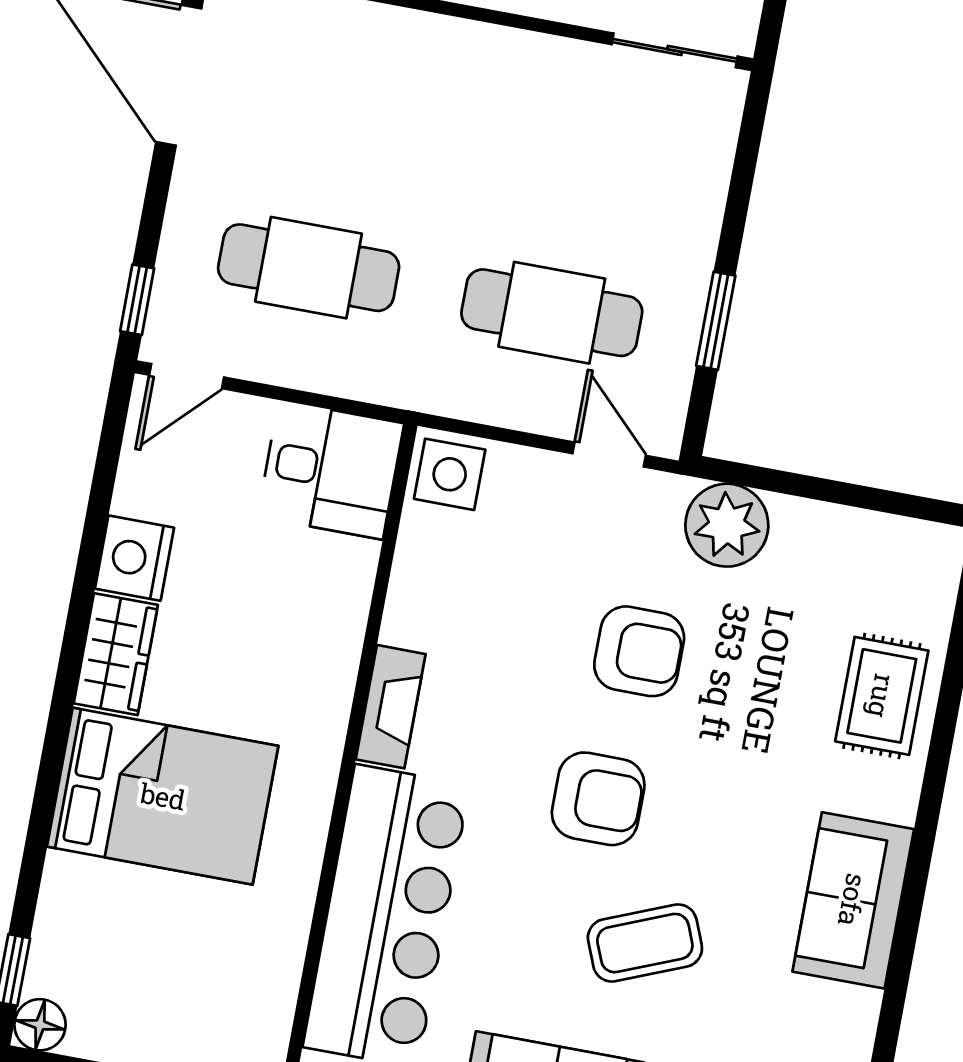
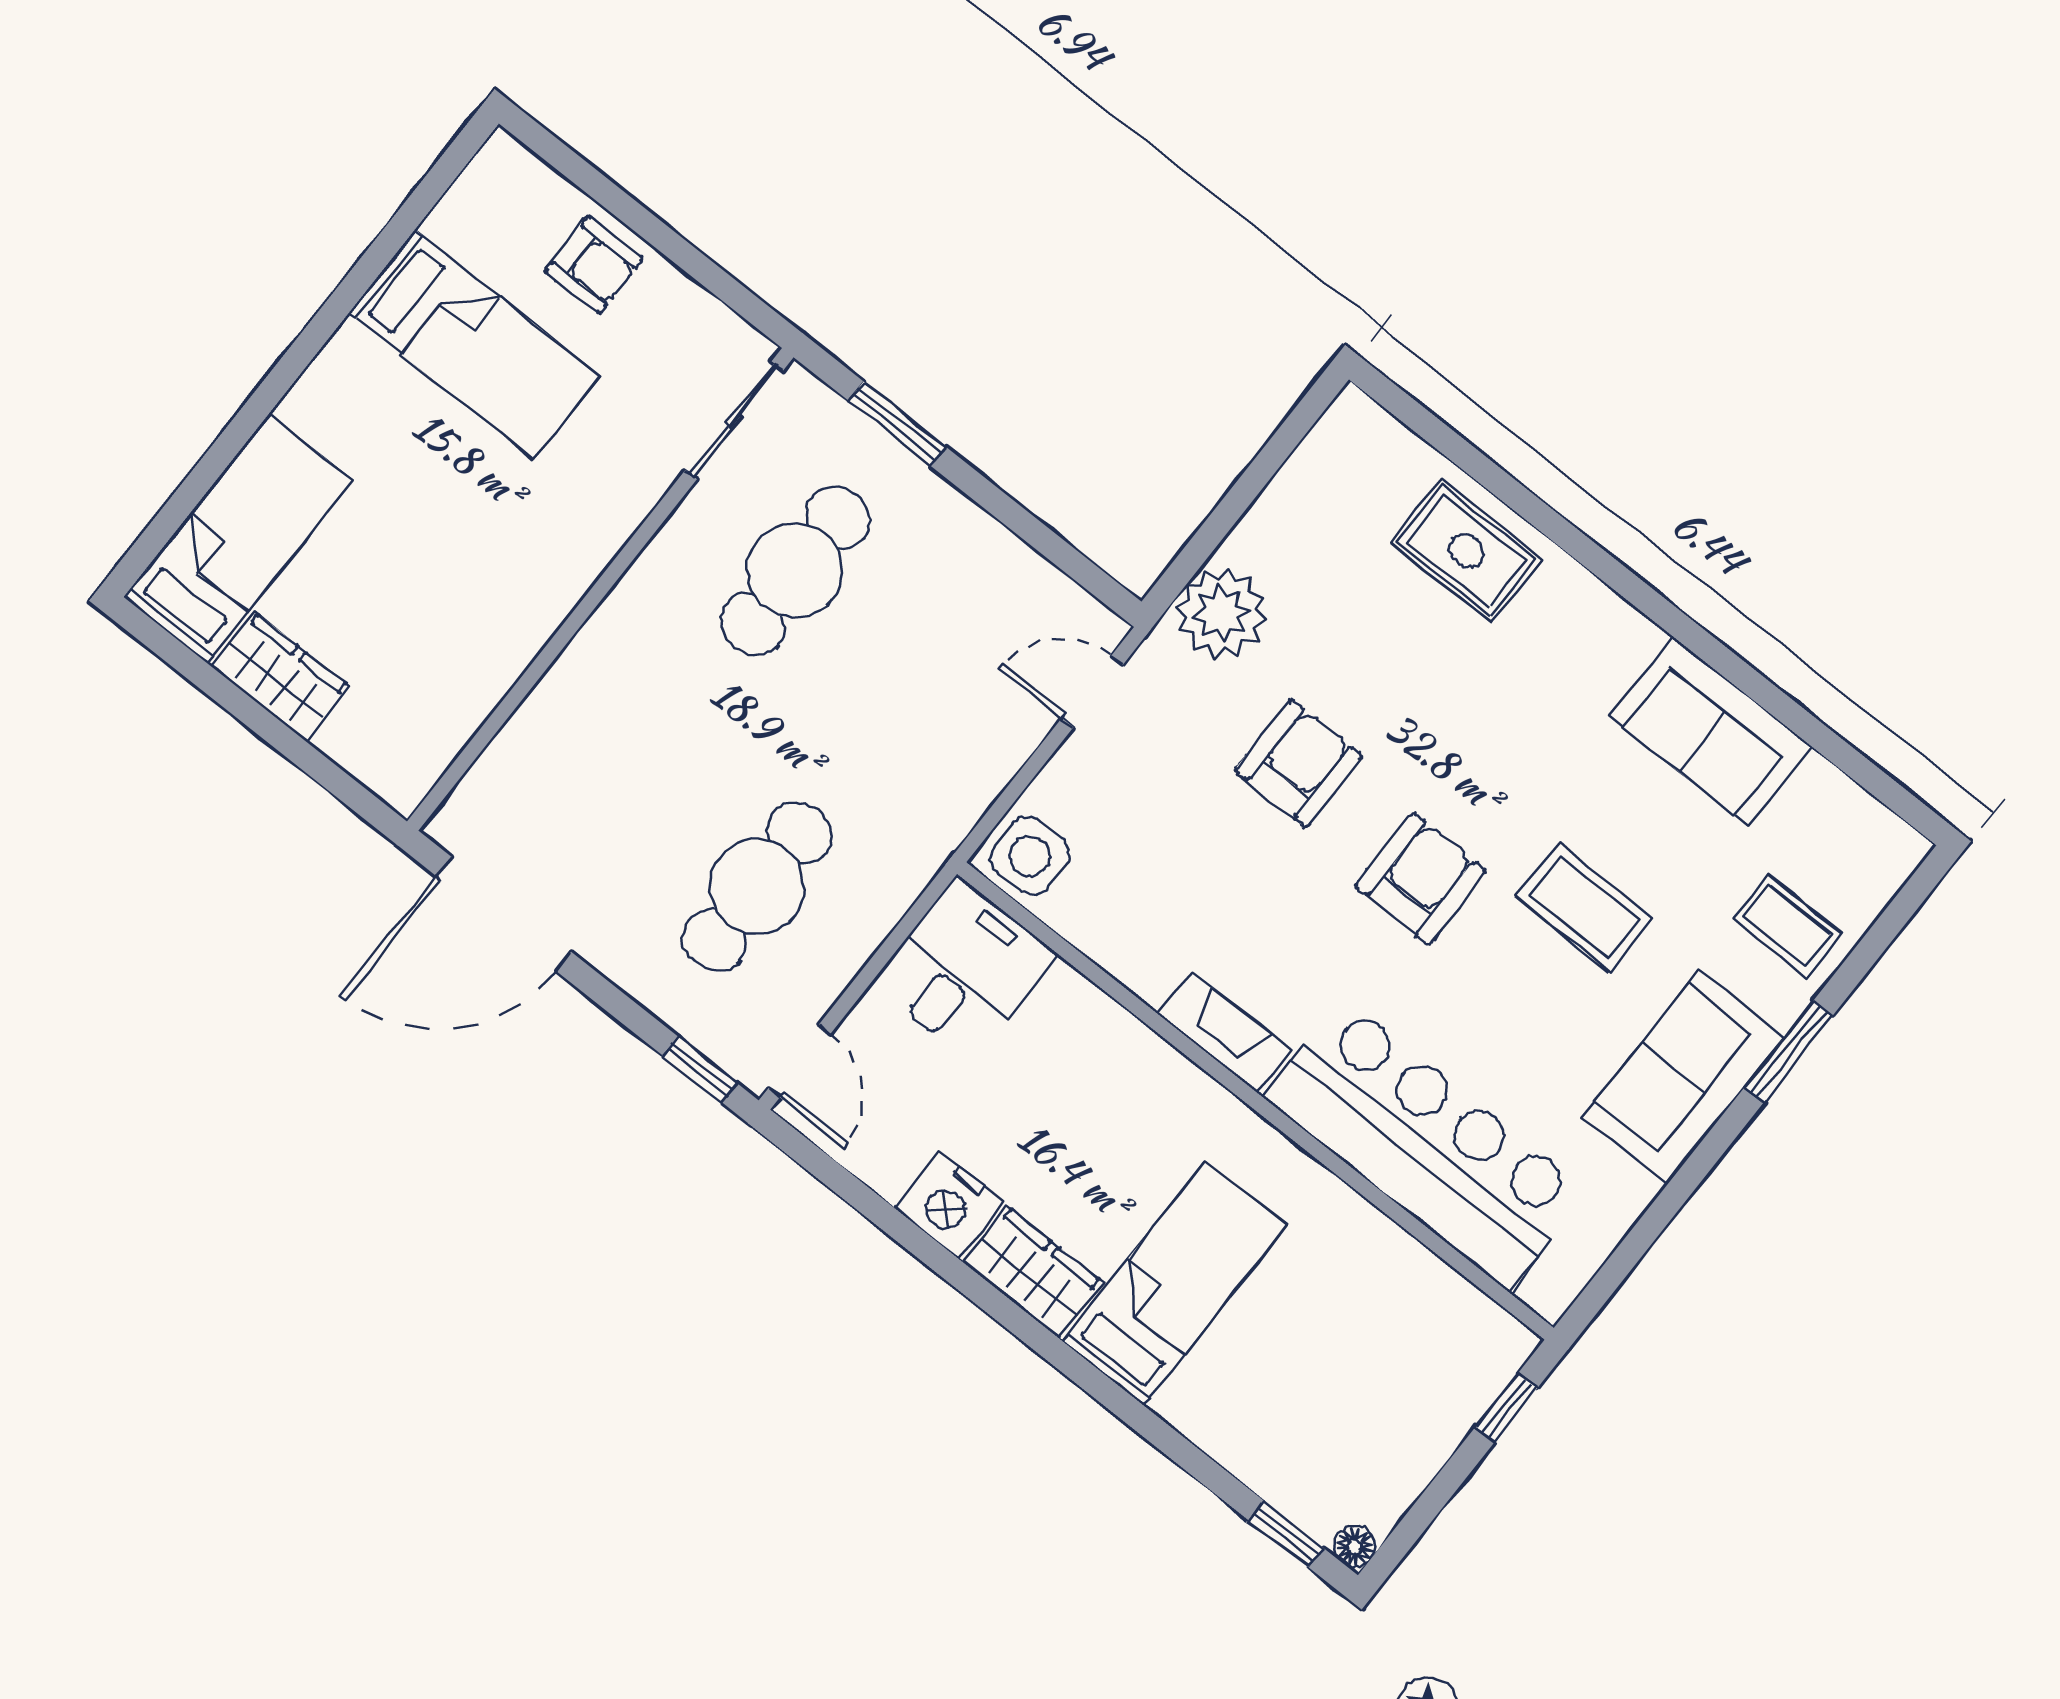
cafe table: (552, 313) -> (795, 571), moved
window: (716, 321) -> (897, 424), moved
bed: (163, 796) -> (1174, 1283), width x0.67
sofa: (853, 900) -> (1711, 731), moved
coffee table: (645, 943) -> (1584, 907), turned -68
floor lamp: (40, 1025) -> (1354, 1547), width x0.73, depth x0.73

